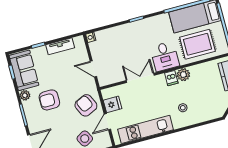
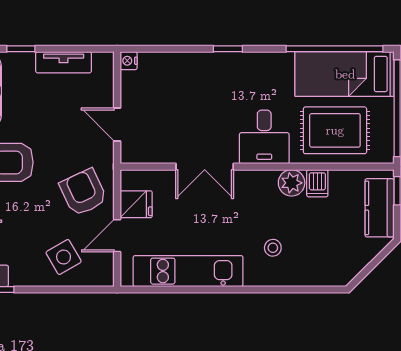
double door: (140, 78) -> (205, 167), swing flipped
dishwasher: (171, 78) -> (317, 183), moved

